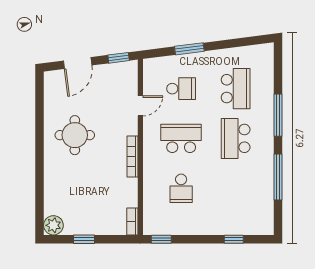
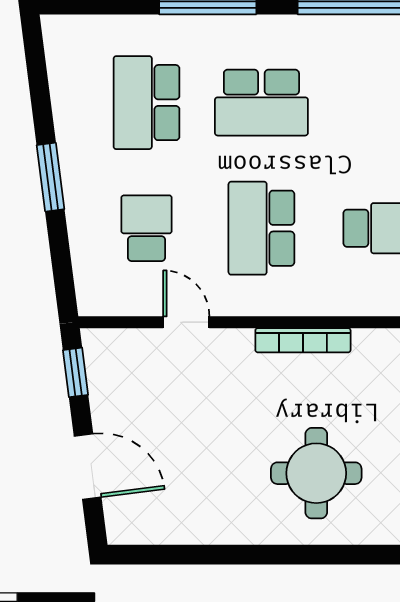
window: (189, 49) -> (51, 177), moved
school desk: (236, 89) -> (147, 103), turned -90
round table: (75, 135) -> (316, 473), moved

